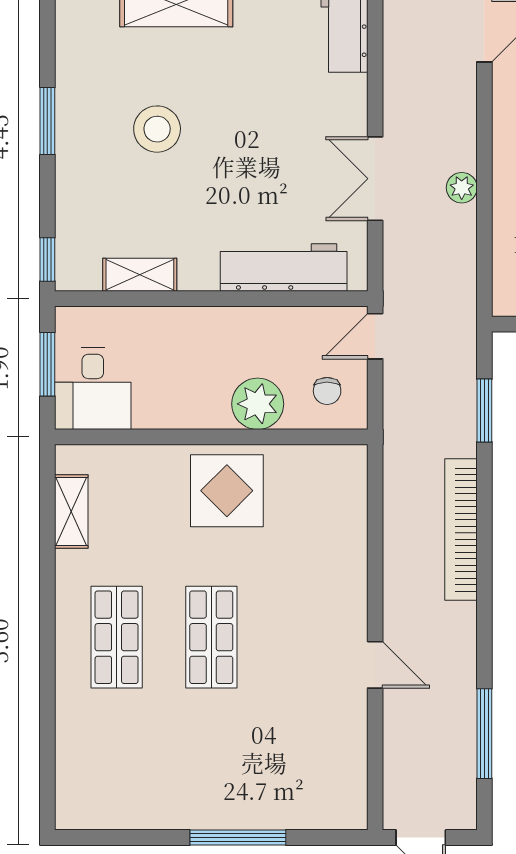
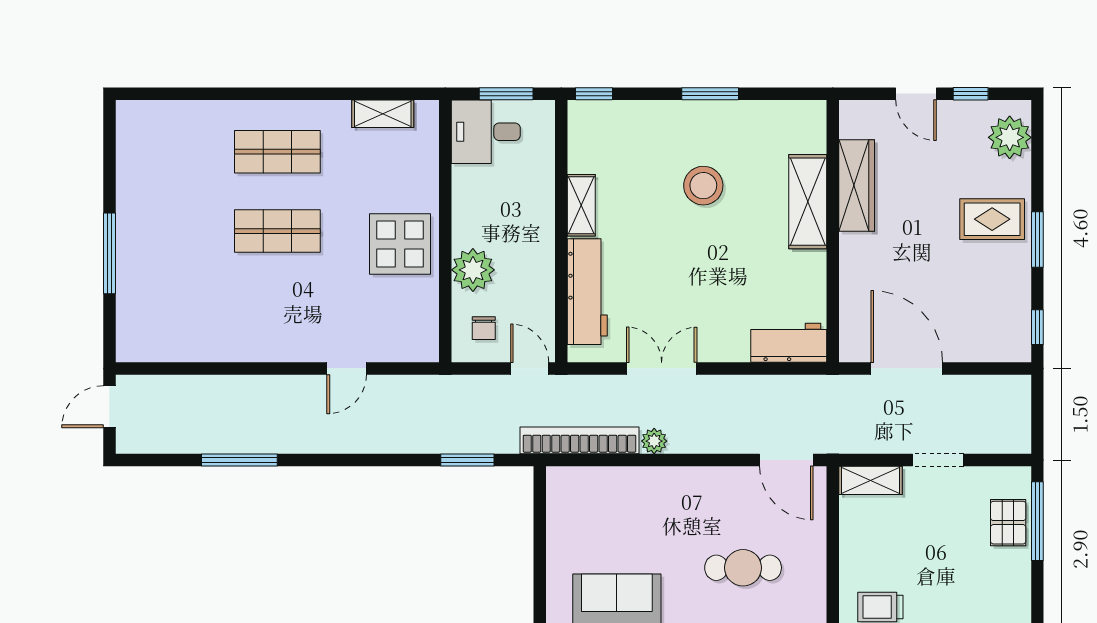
shelving: (140, 275) -> (581, 205), moved
chair: (327, 391) -> (484, 328), turned -90
bookcase: (461, 530) -> (579, 440), moved
door: (375, 665) -> (347, 368), moved
window: (484, 734) -> (239, 460), moved

